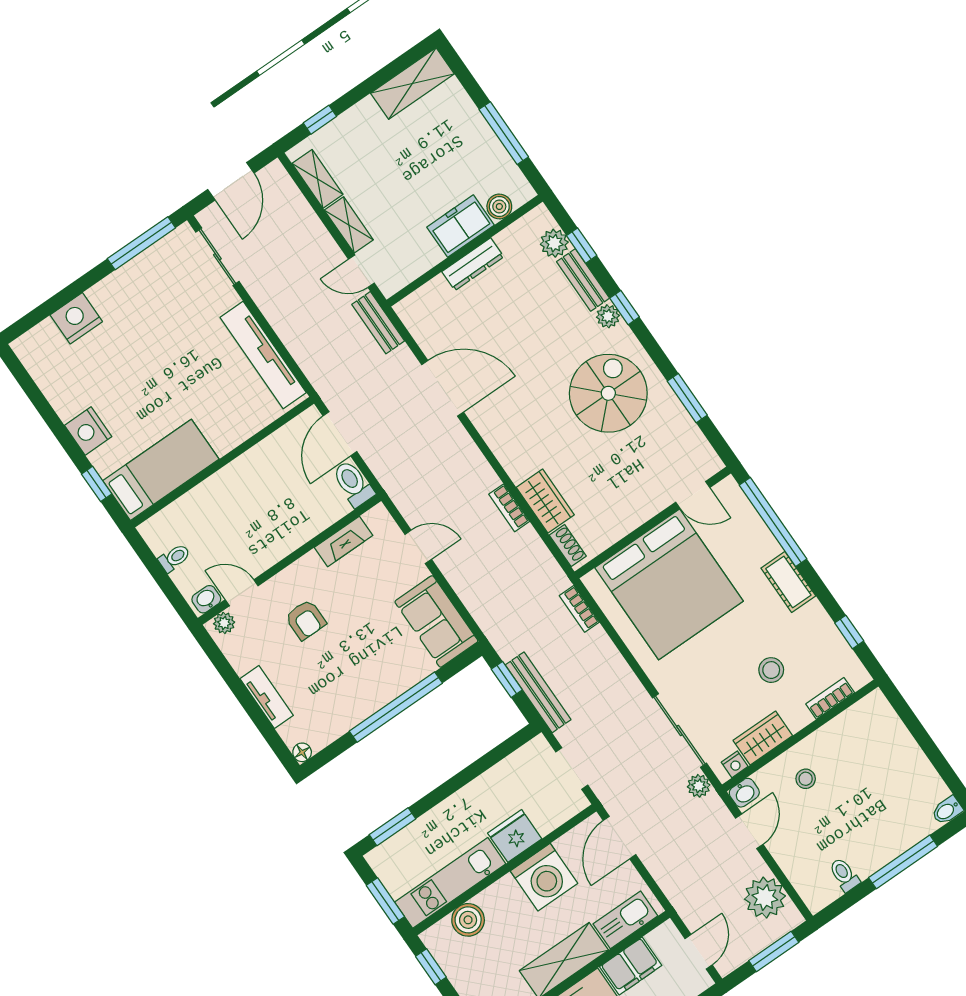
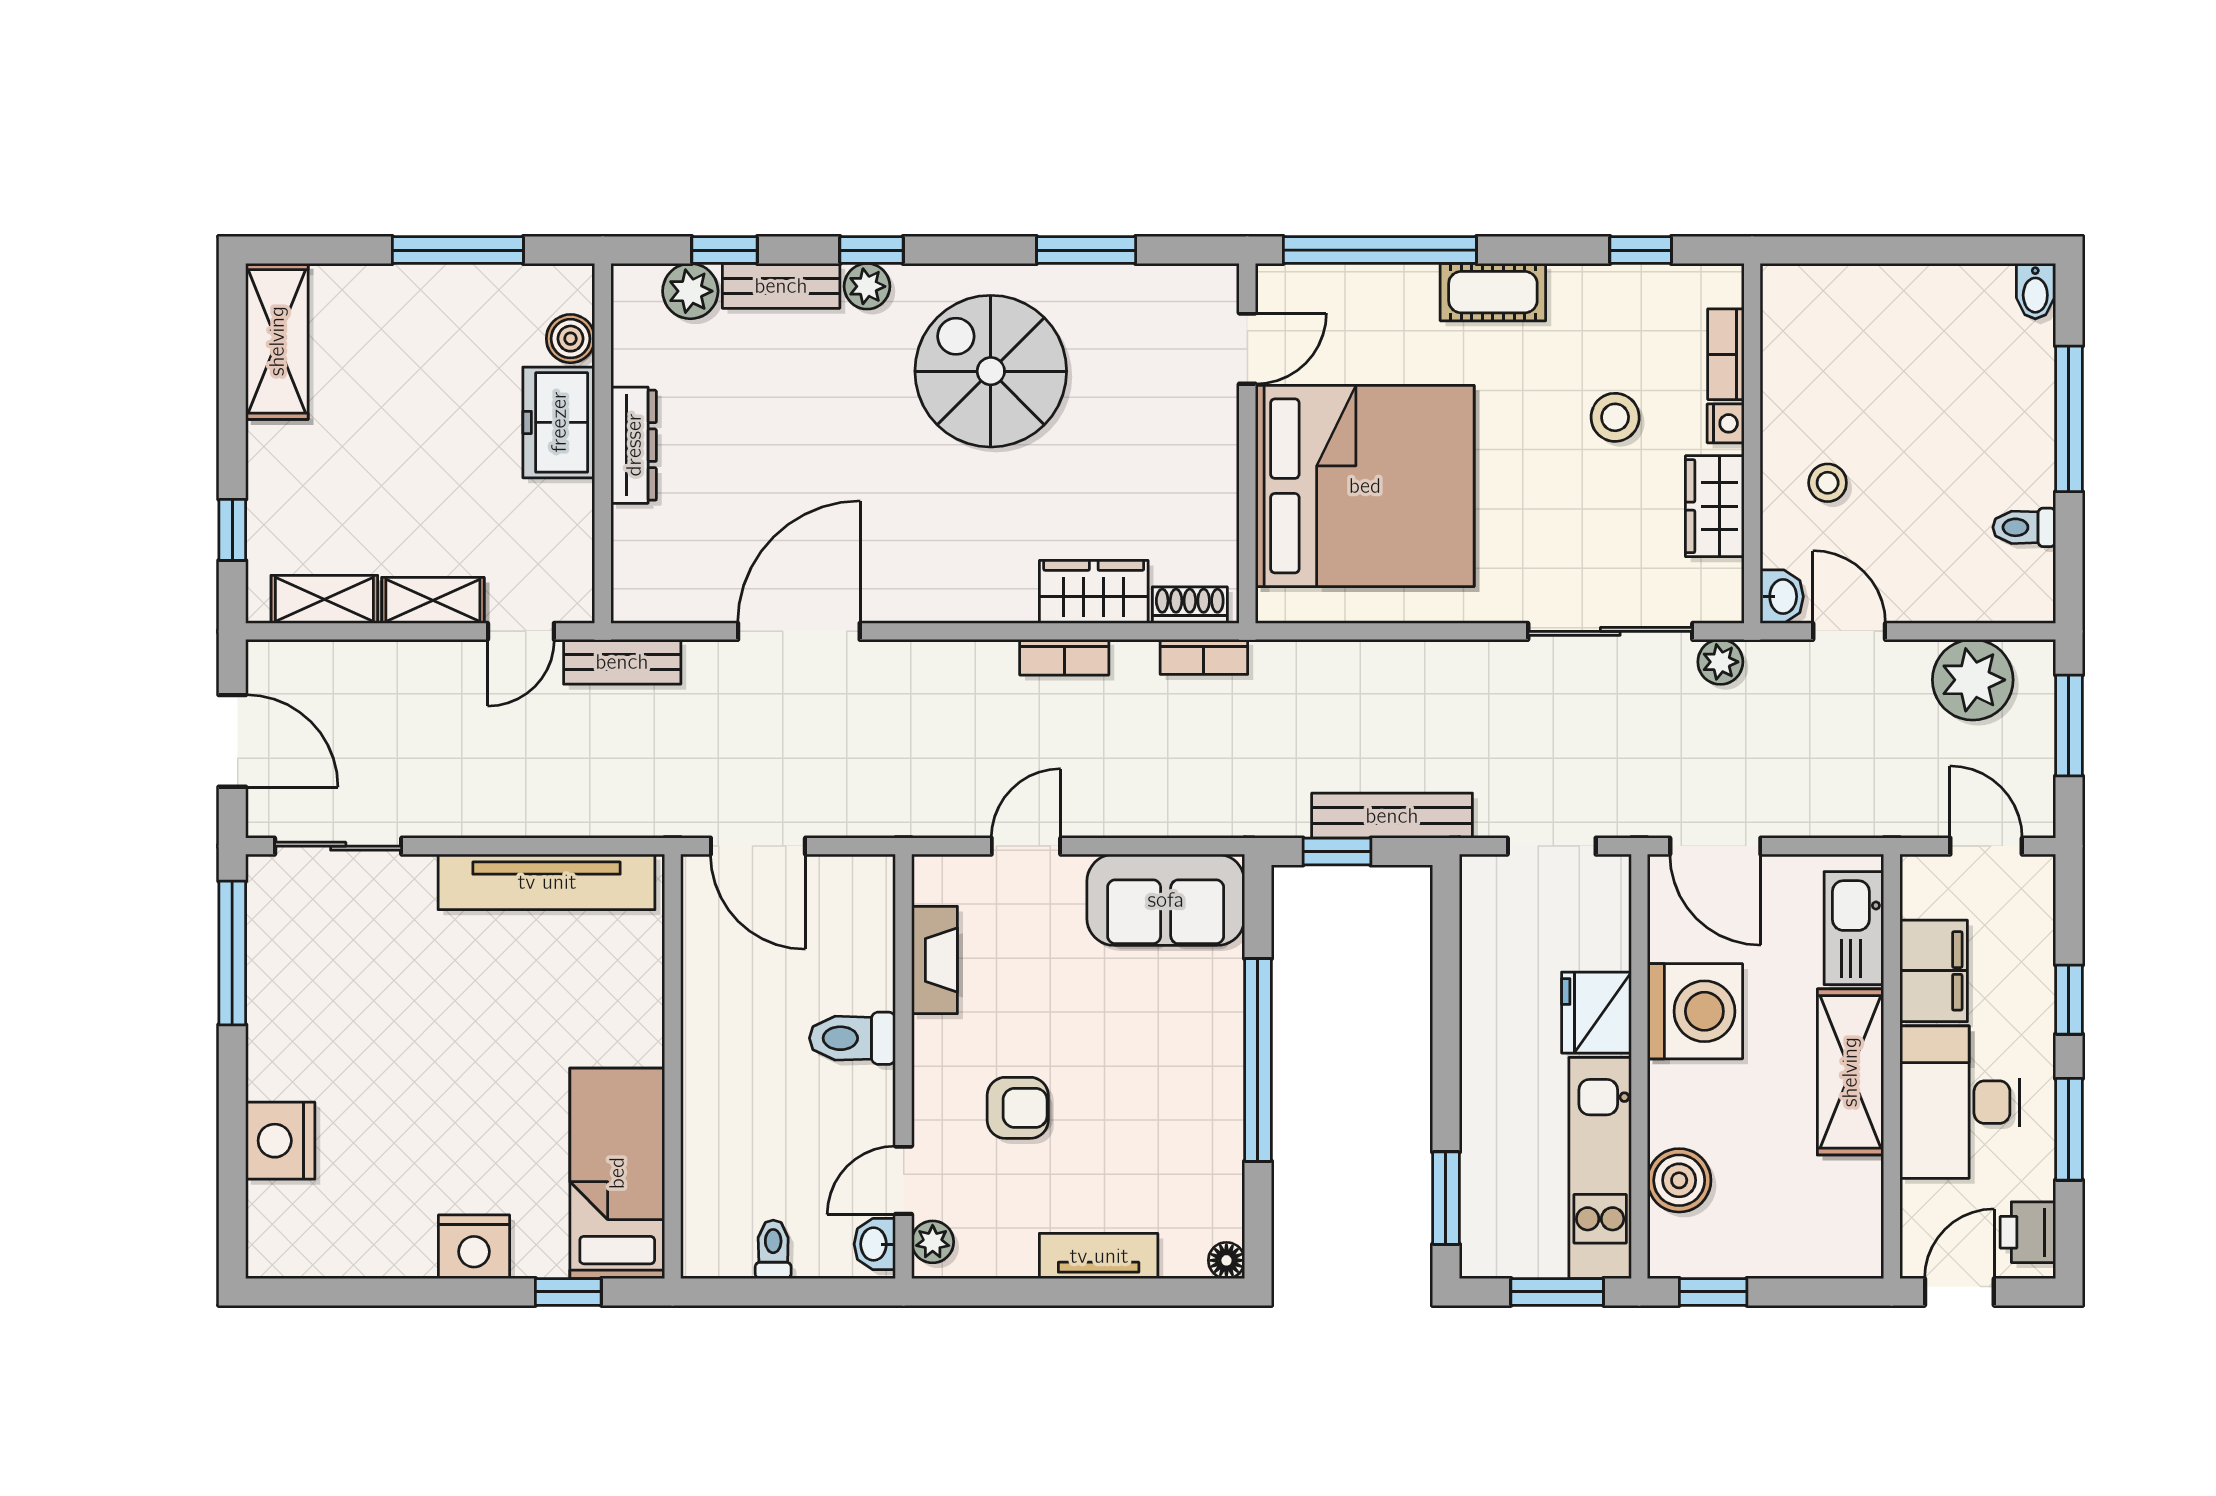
toilet: (353, 484) -> (852, 1038), moved
bookcase: (579, 609) -> (1204, 657), moved
nightstand: (735, 764) -> (1726, 423), moved

